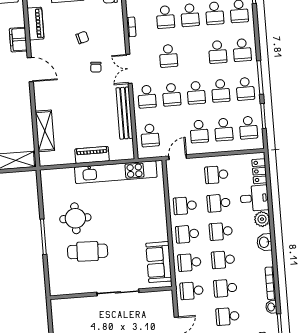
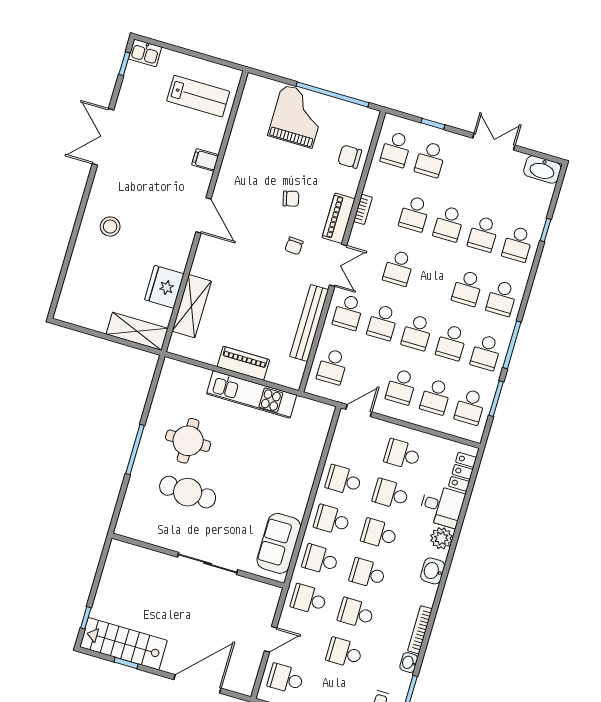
piano: (35, 24) -> (339, 218), moved, turned 180
filing cabinet: (18, 40) -> (205, 160), width x0.50
double door: (129, 69) -> (338, 265), swing flipped
fridge: (22, 125) -> (164, 287), added
kitchen unit: (116, 172) -> (252, 394), width x0.73

